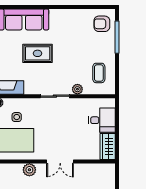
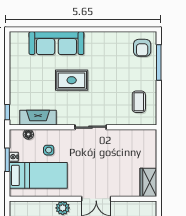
armchair: (102, 24) -> (142, 48), turned -90
plant: (77, 89) -> (115, 120), removed
desk: (102, 120) -> (142, 154), removed

